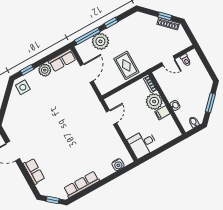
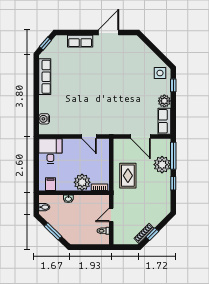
rug: (126, 65) -> (128, 176), turned 90
filing cabinet: (162, 113) -> (50, 184), moved

